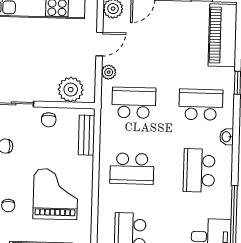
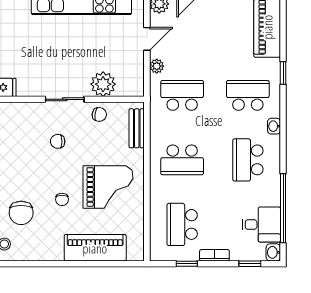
plant: (71, 90) -> (103, 84), moved
chair: (49, 120) -> (99, 114), turned -81
grand piano: (55, 194) -> (108, 187), turned 90

